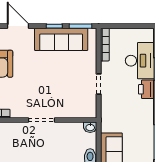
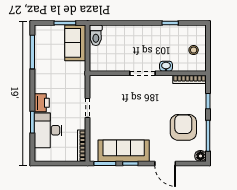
washbasin: (90, 127) -> (166, 66), moved

